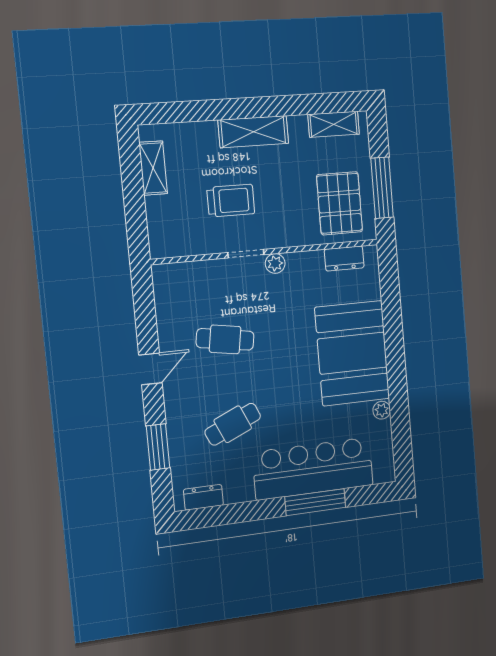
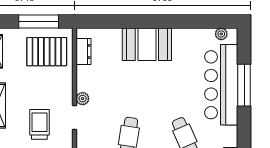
booth: (352, 353) -> (147, 44), width x0.73, depth x0.70
plant: (382, 410) -> (221, 34), moved

